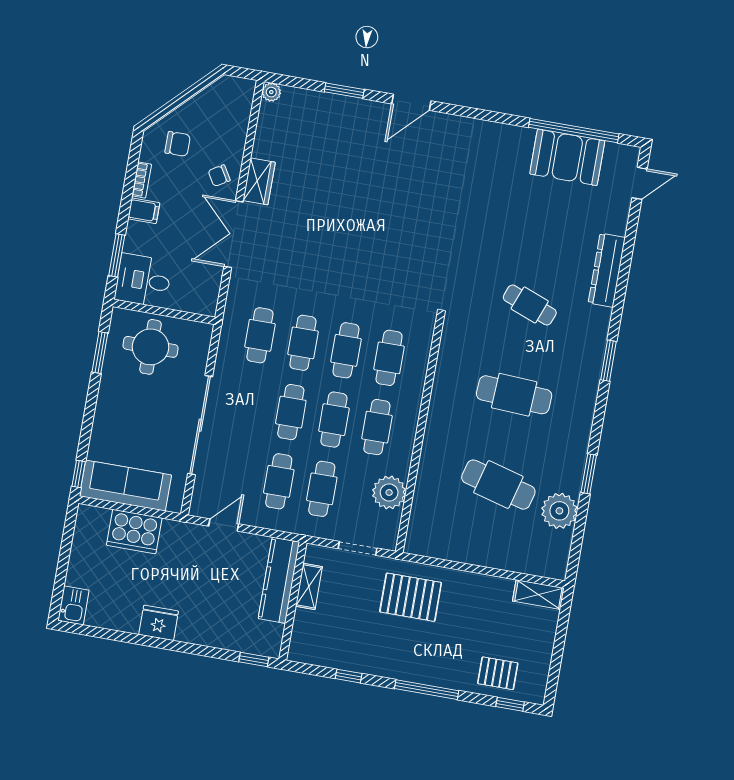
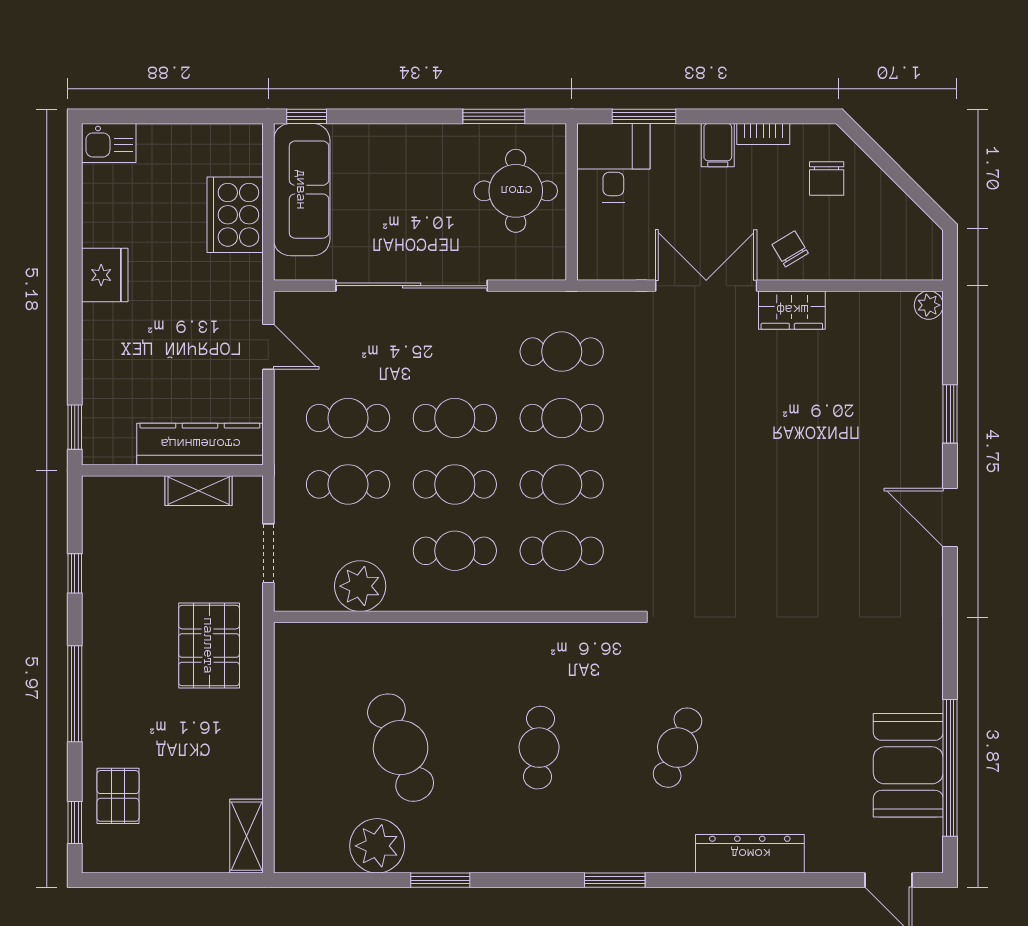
cafe table: (514, 395) -> (539, 748), width x0.73, depth x0.74
cafe table: (498, 485) -> (401, 748), turned -36

